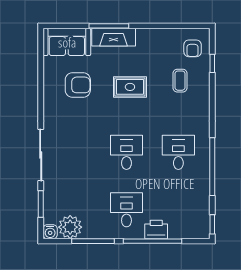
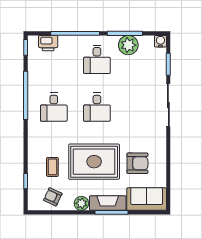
plant: (145, 37) -> (81, 203), added
armchair: (193, 48) -> (53, 197), moved, turned -65
armchair: (78, 85) -> (137, 163), turned 180
rug: (130, 87) -> (94, 162), width x1.86, depth x2.06
plant: (70, 227) -> (128, 45), moved
printer: (156, 229) -> (48, 43), moved

